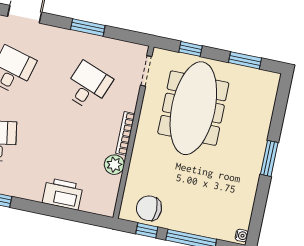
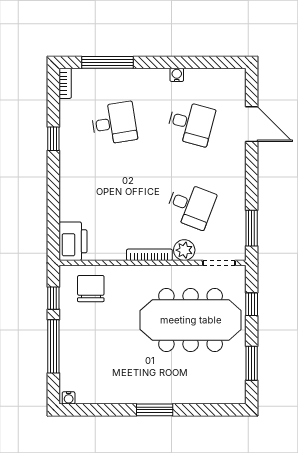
window: (88, 27) -> (252, 228), moved
plant: (114, 165) -> (184, 250), moved
printer: (63, 194) -> (73, 241), moved
chair: (149, 208) -> (91, 289), moved

